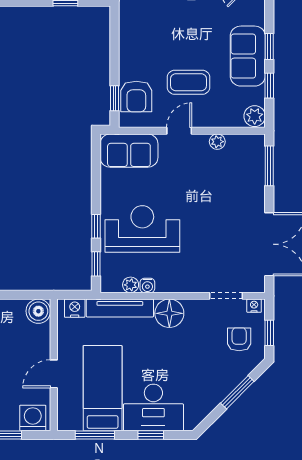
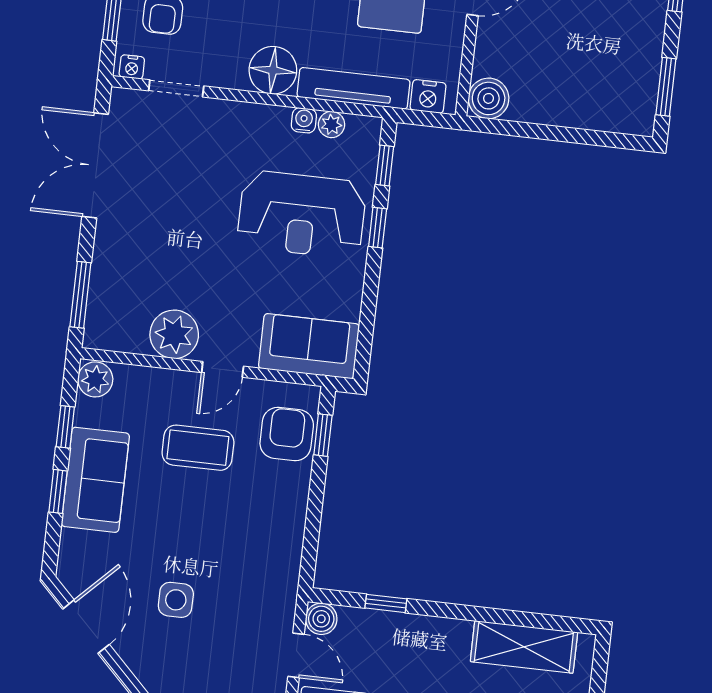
plant: (217, 142) -> (174, 334), width x1.88, depth x1.88

